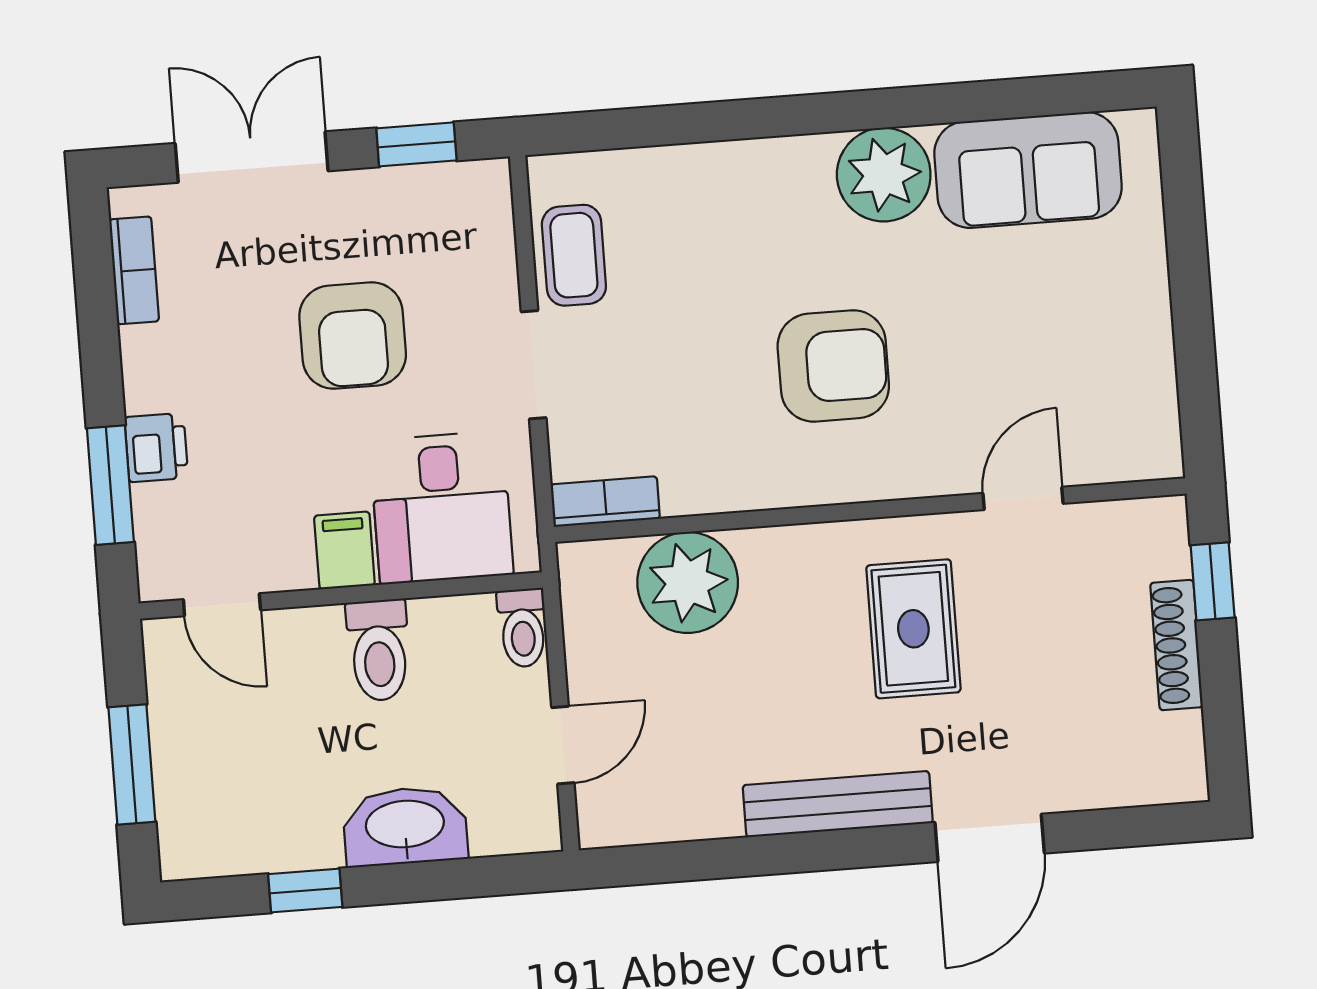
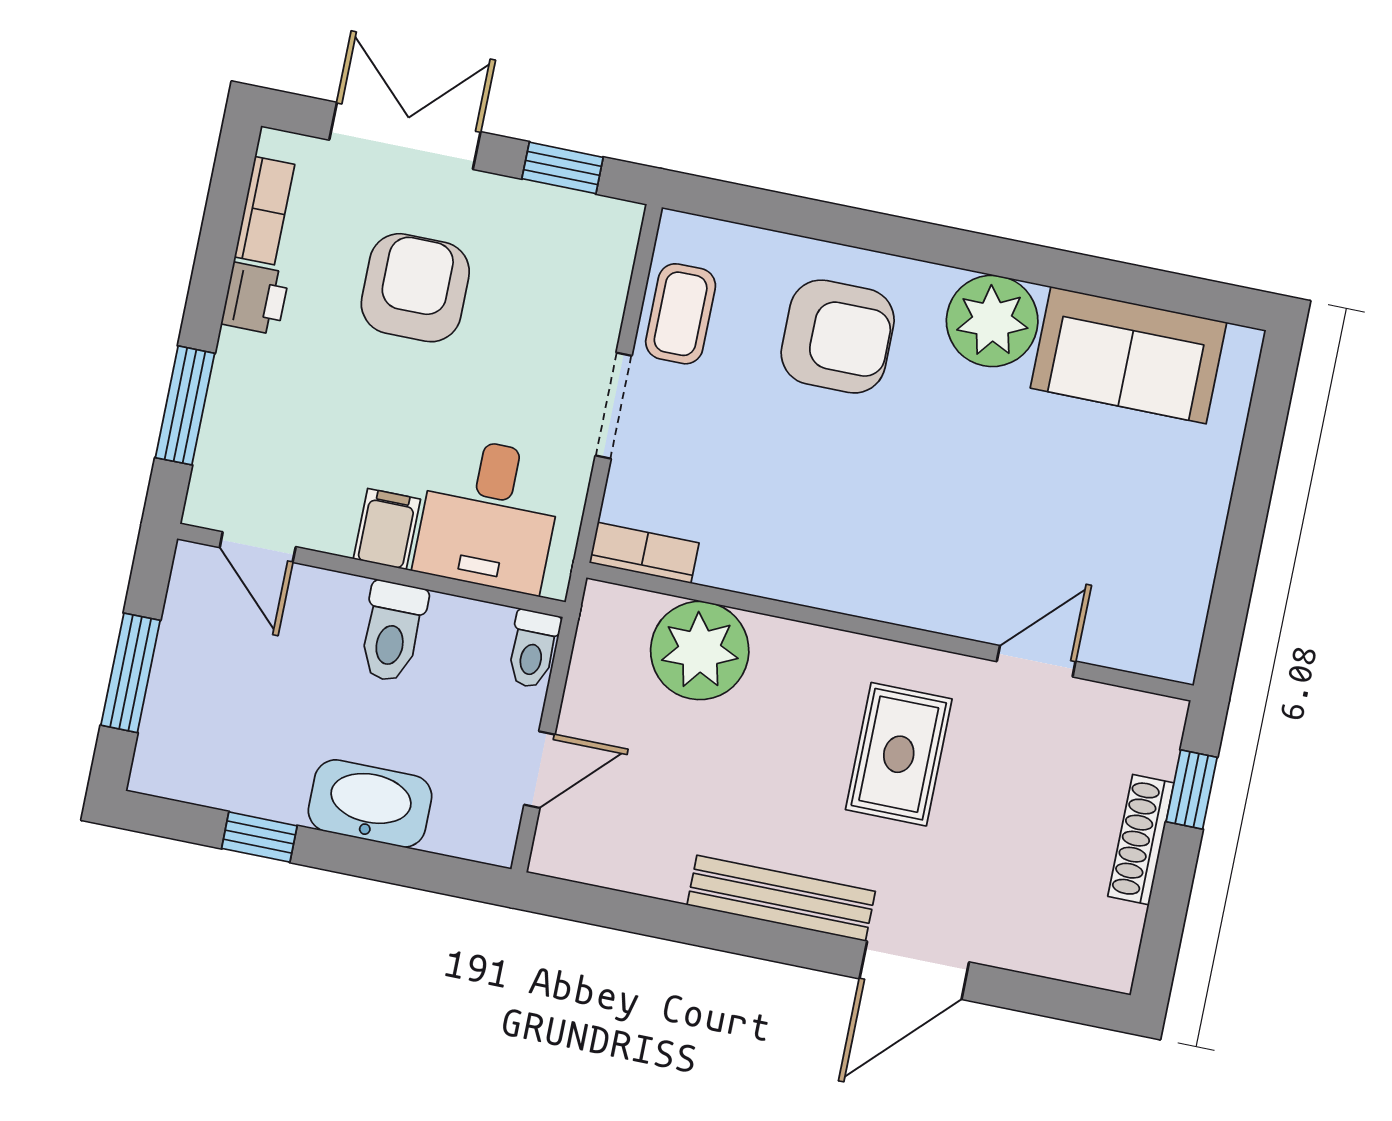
armchair: (353, 336) -> (415, 288), moved, turned 180
armchair: (833, 366) -> (838, 337), moved
printer: (156, 448) -> (255, 299), moved

